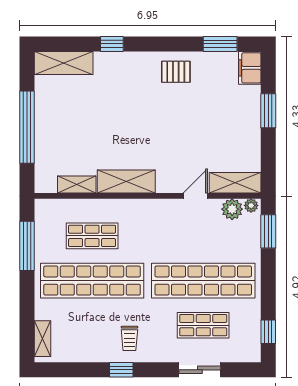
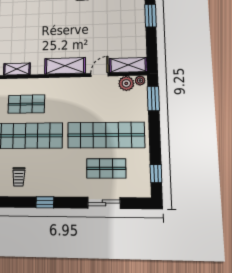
shelving: (126, 182) -> (65, 66), moved
trolley: (129, 338) -> (19, 177), moved

